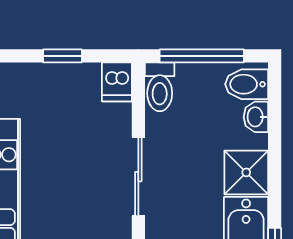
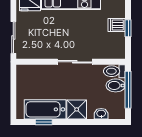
dishwasher: (117, 82) -> (117, 25), moved
bidet: (247, 84) -> (116, 85), moved, turned -90

